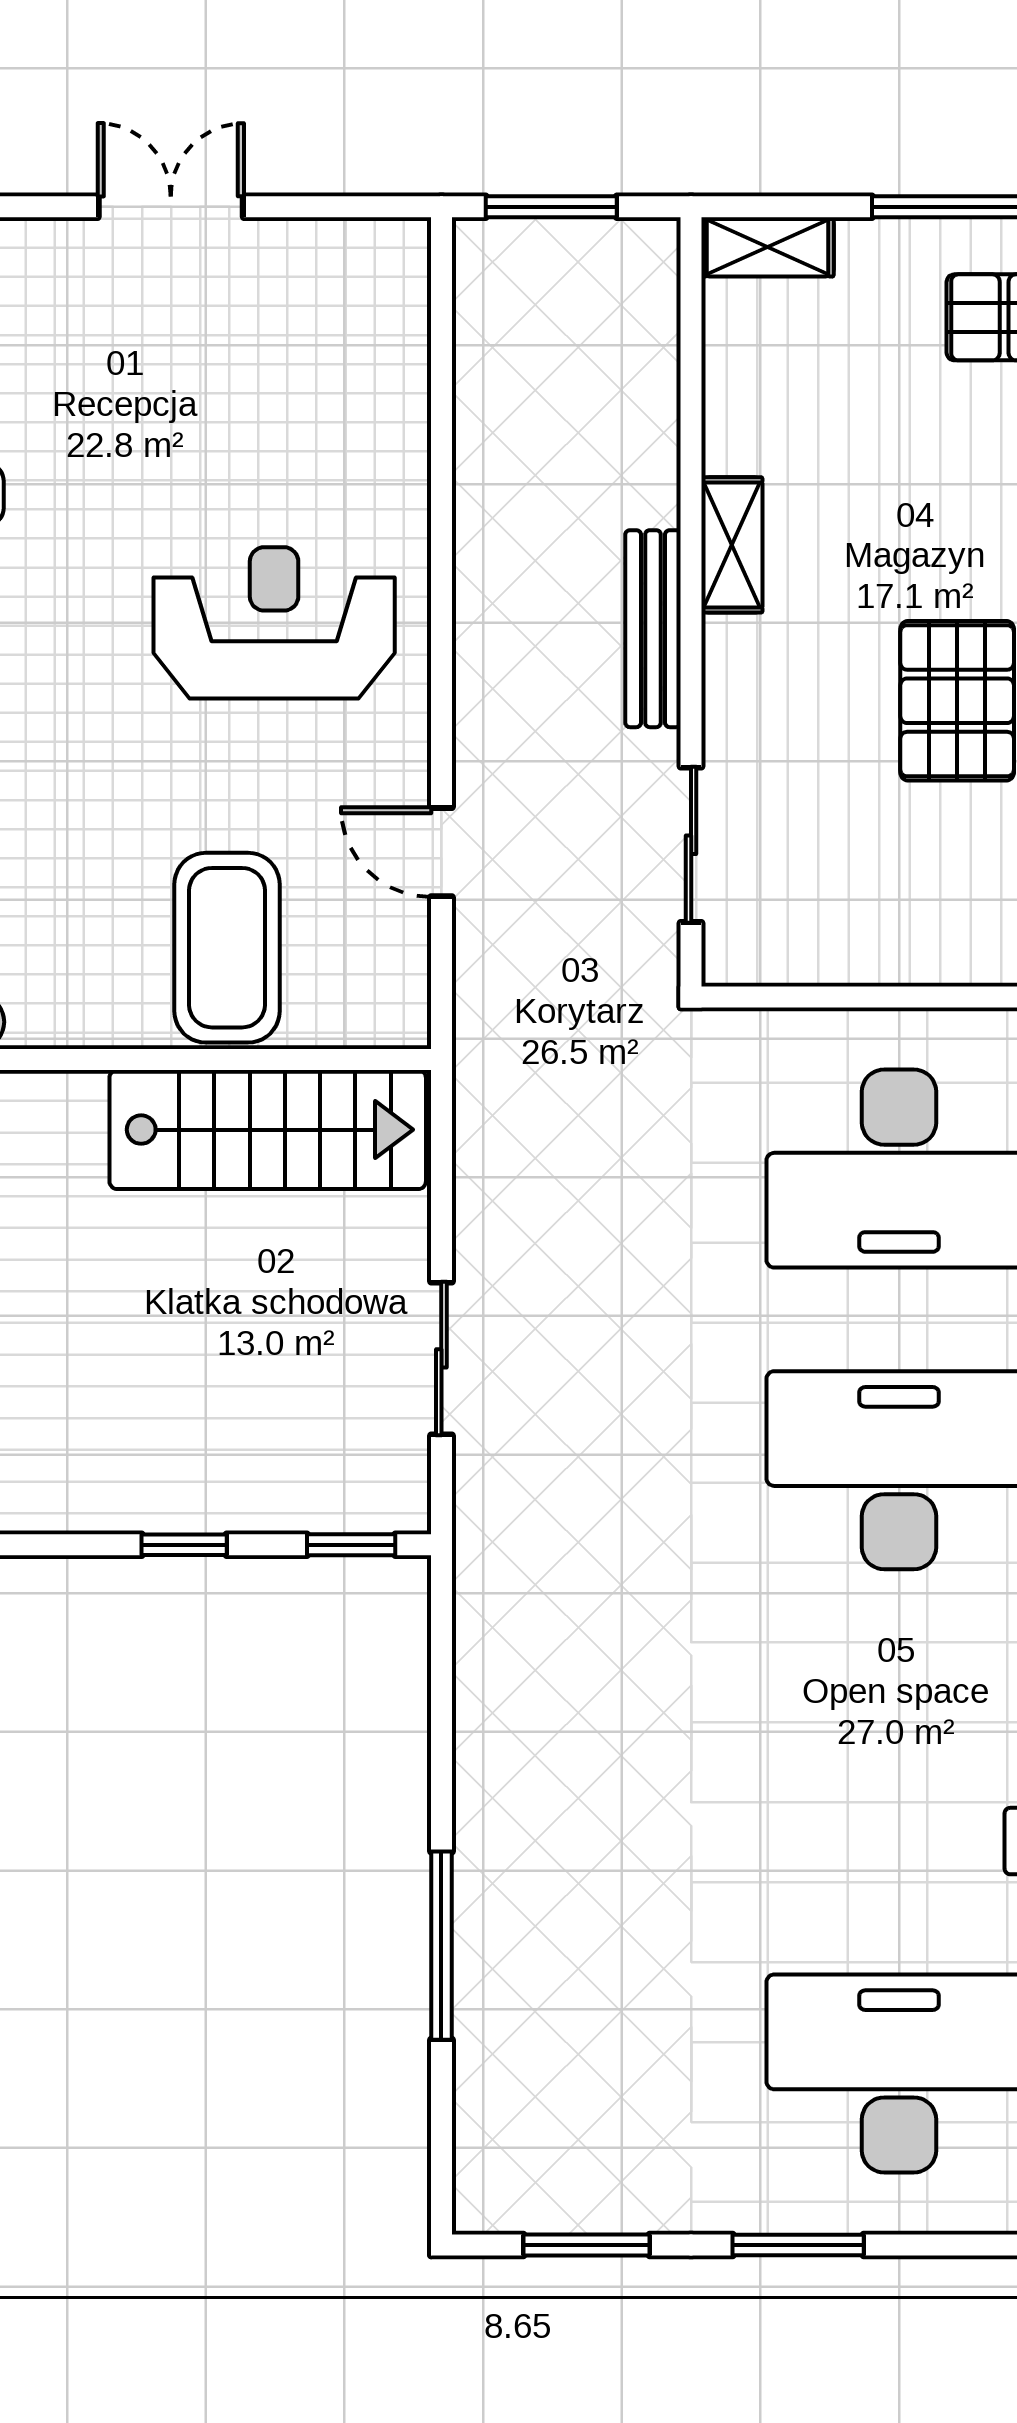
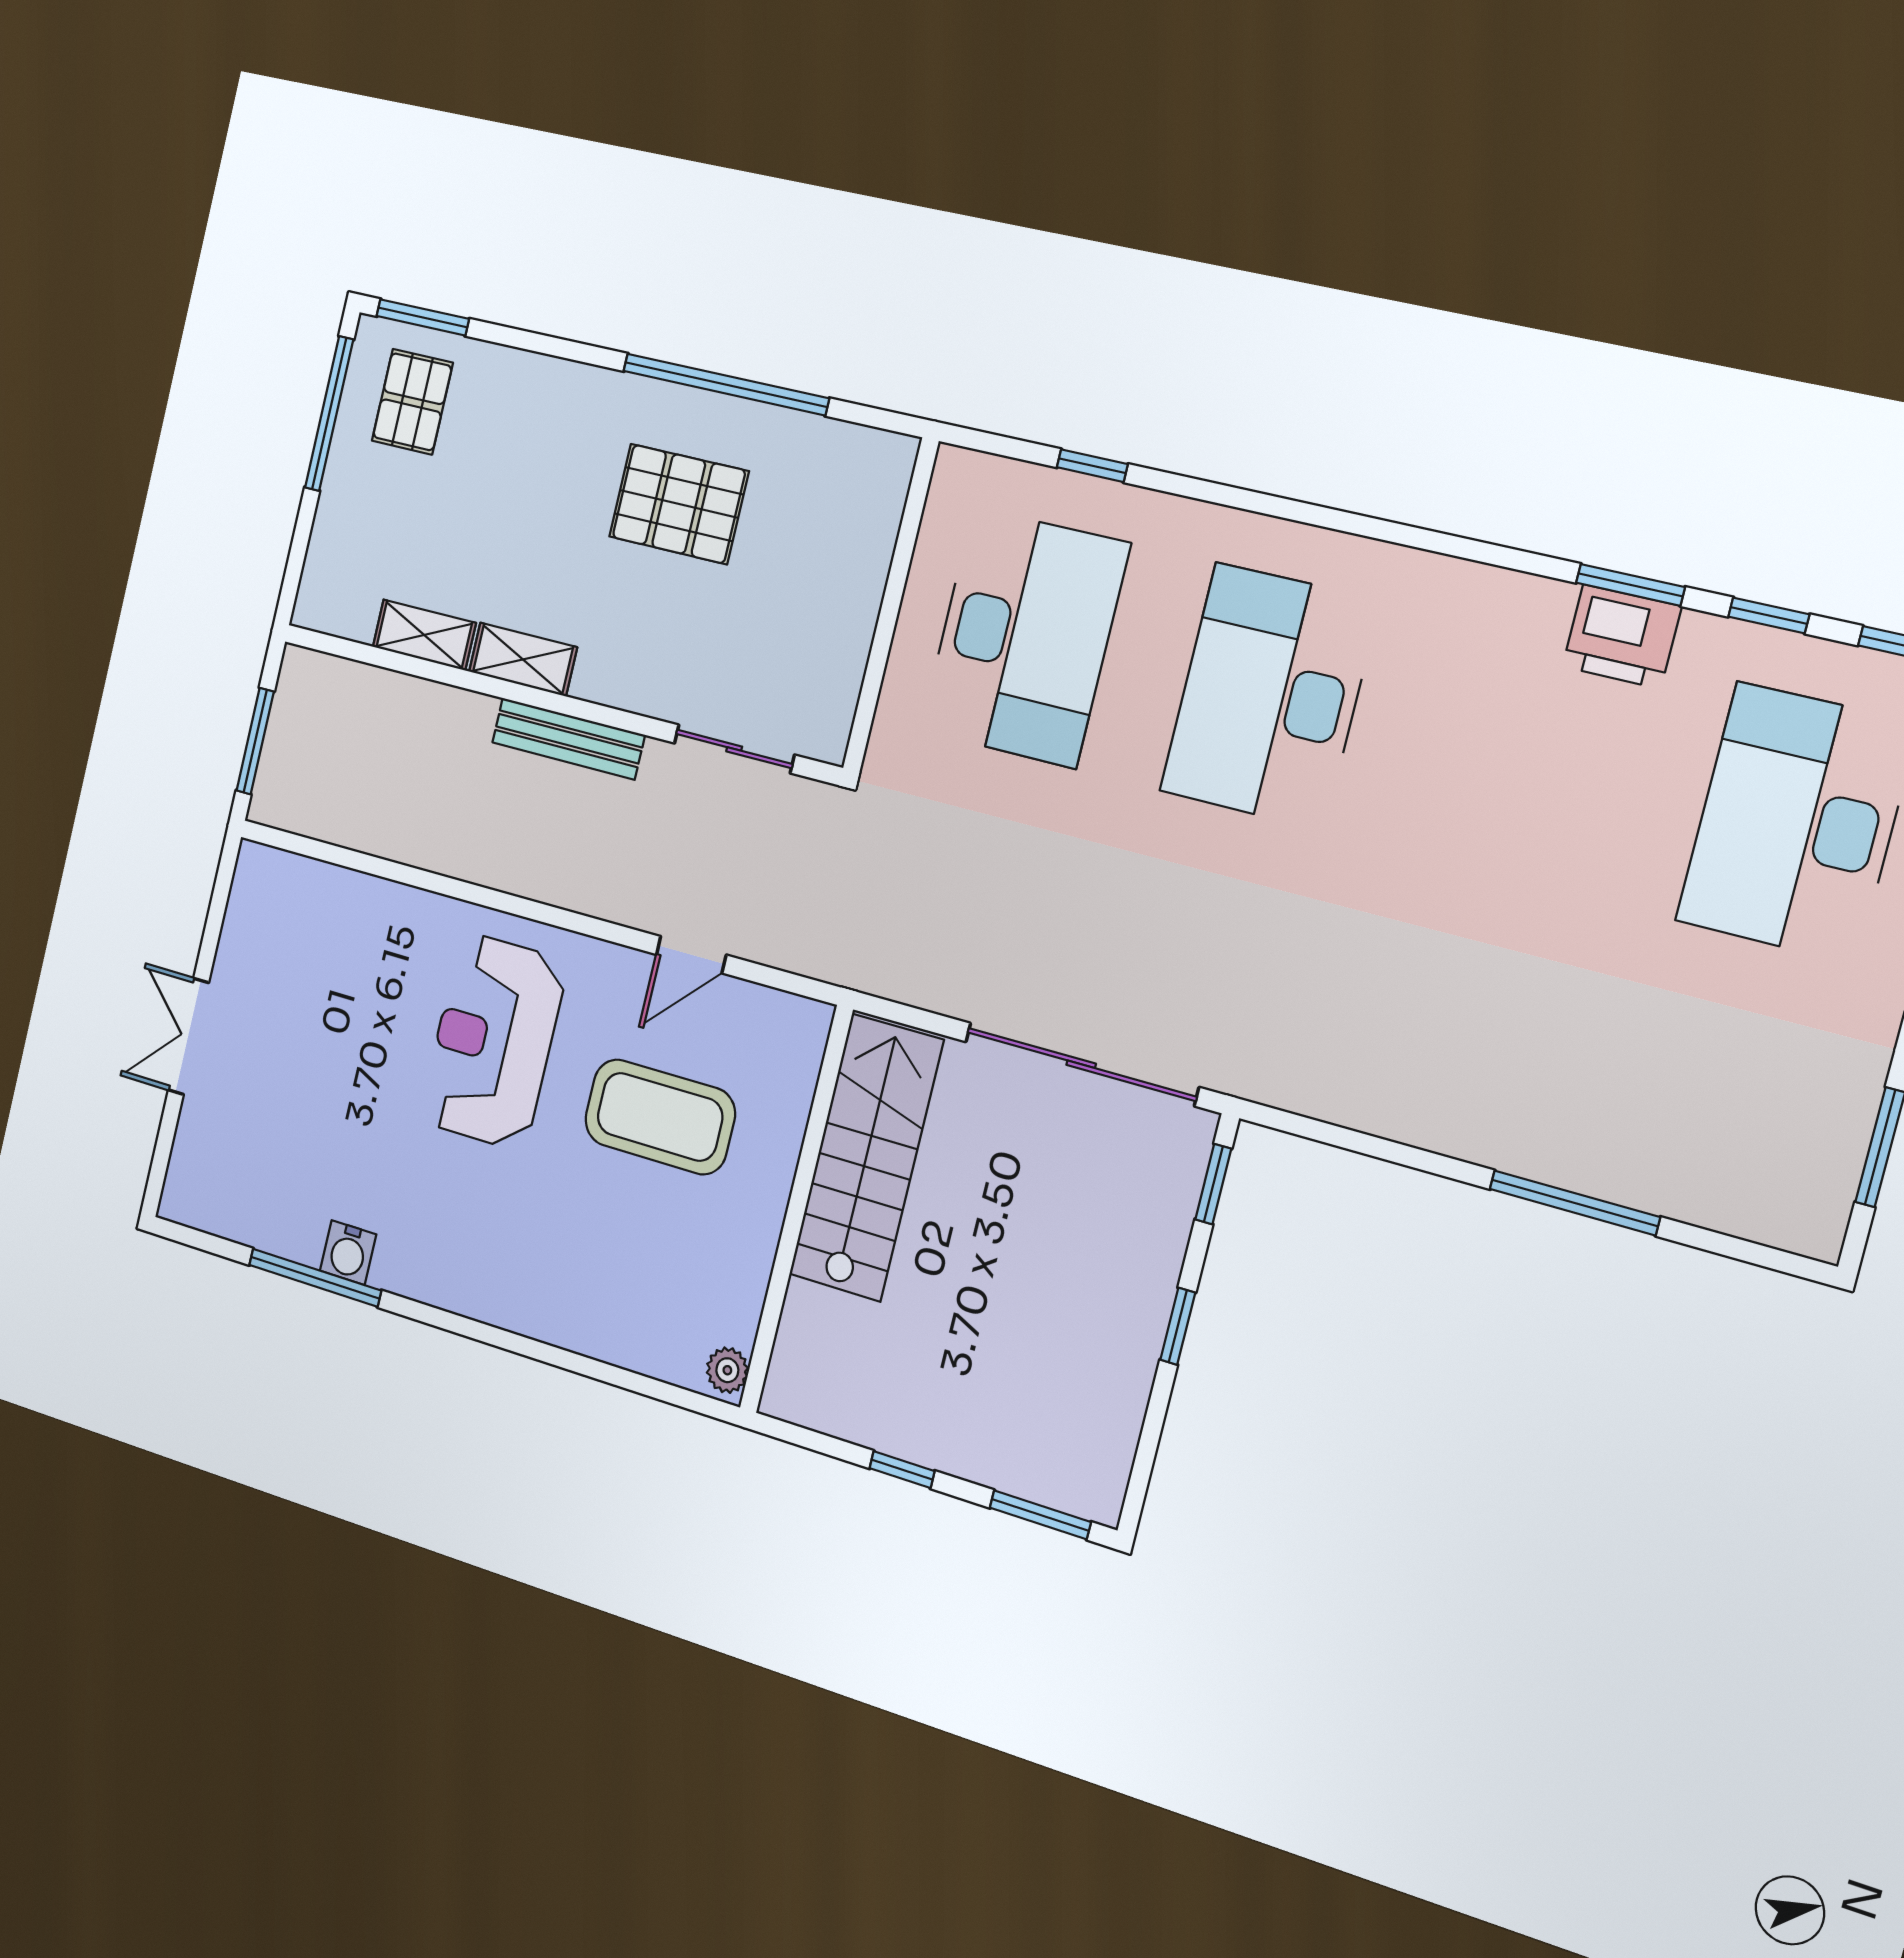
shelving: (768, 247) -> (424, 635), moved, turned 90
coffee table: (227, 948) -> (660, 1117), moved
sliding door: (441, 1358) -> (1081, 1064), width x1.86

